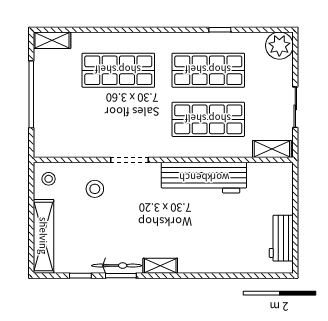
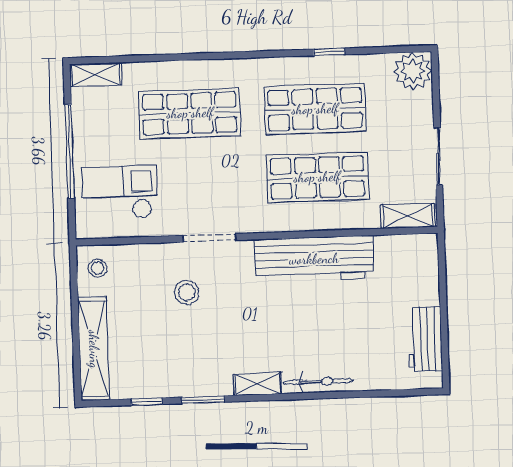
checkout: (66, 125) -> (120, 192), added
stool: (95, 189) -> (187, 292), moved
bicycle: (117, 266) -> (318, 381), moved

